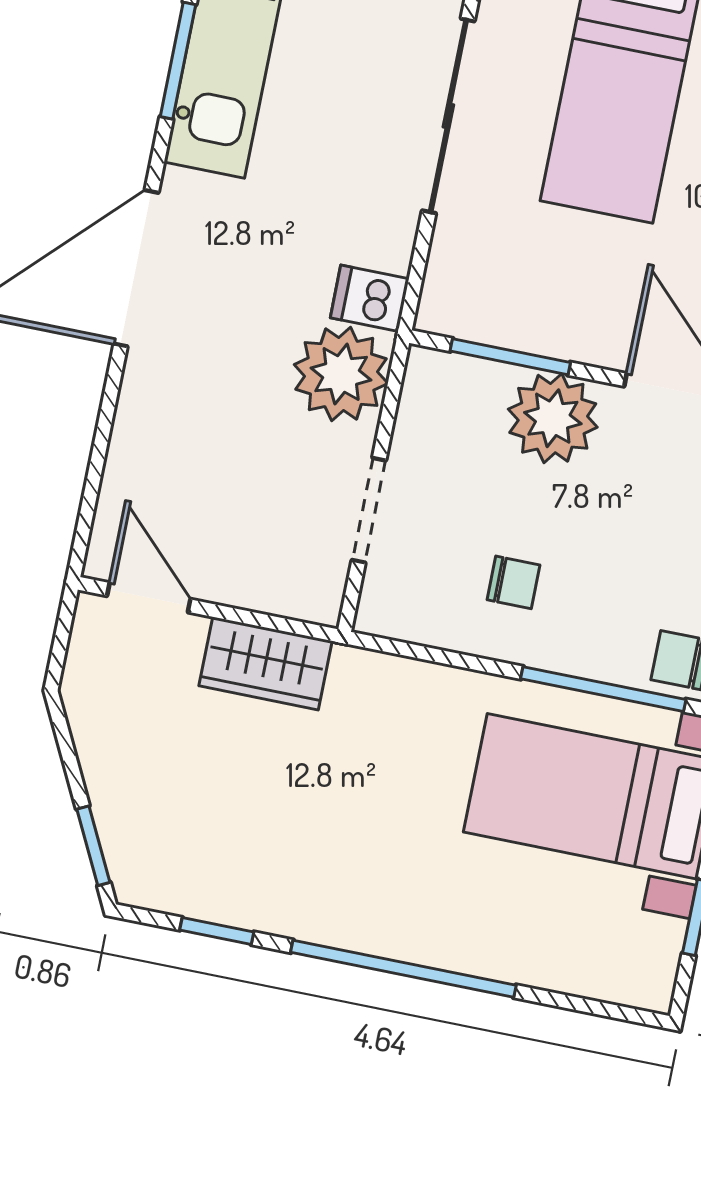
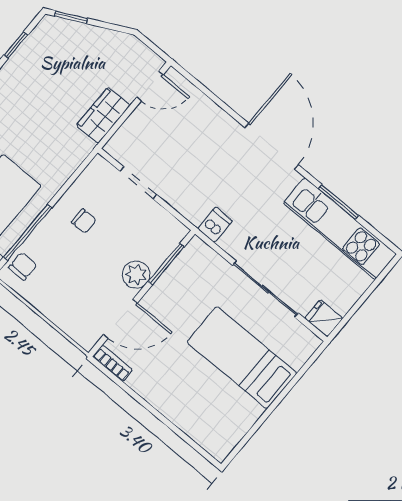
plant: (341, 374) -> (193, 200), removed
plant: (553, 418) -> (136, 275), width x0.73, depth x0.73
chair: (514, 582) -> (84, 221), turned -90

